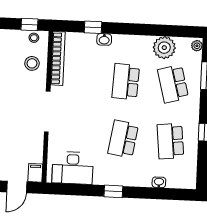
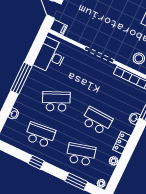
locker: (139, 42) -> (122, 143), added
plant: (164, 48) -> (114, 161), width x0.53, depth x0.53
school desk: (123, 139) -> (56, 101), turned -33
window: (113, 191) -> (21, 78), width x2.17

